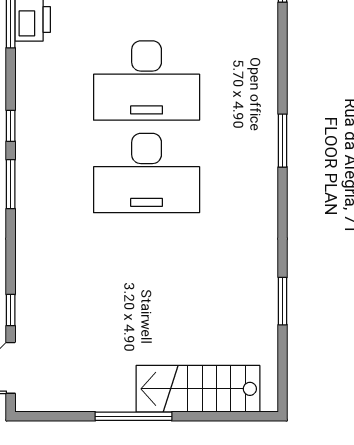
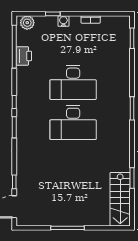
stairs: (198, 389) -> (120, 199), moved, turned -90

